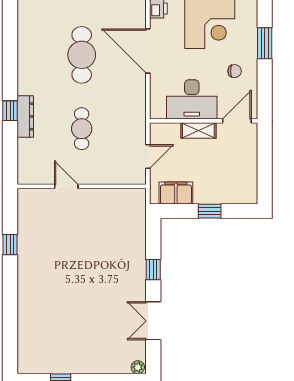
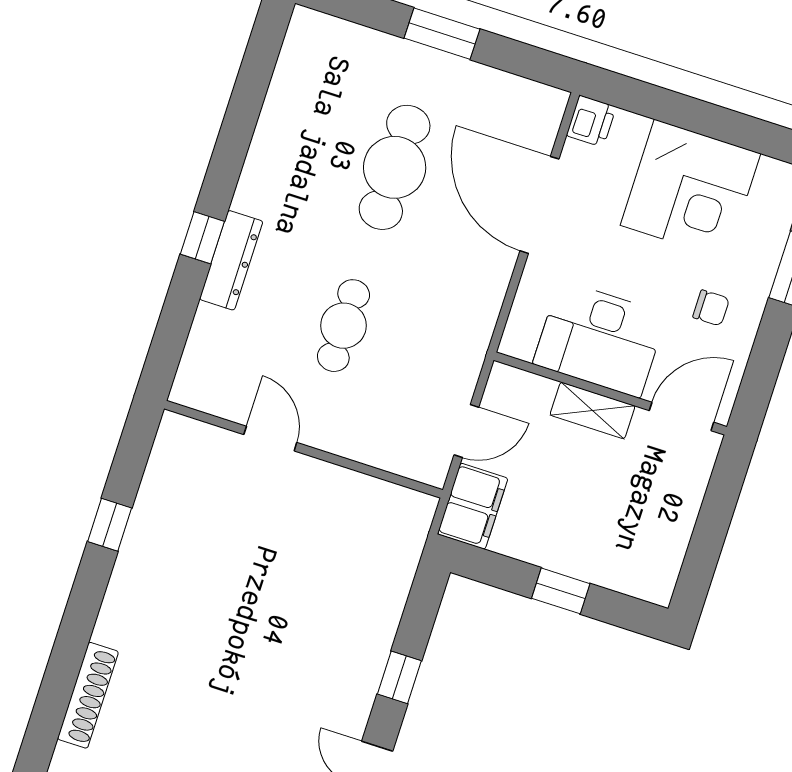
filing cabinet: (176, 193) -> (473, 506), moved, turned 90
shoe rack: (24, 320) -> (88, 695), added

